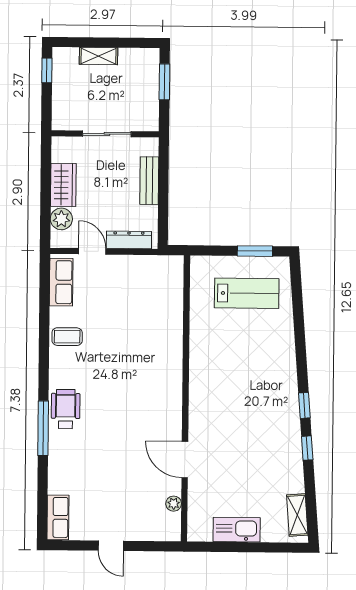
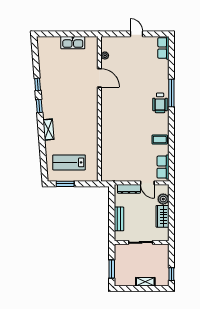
shelving: (297, 515) -> (48, 130), moved

